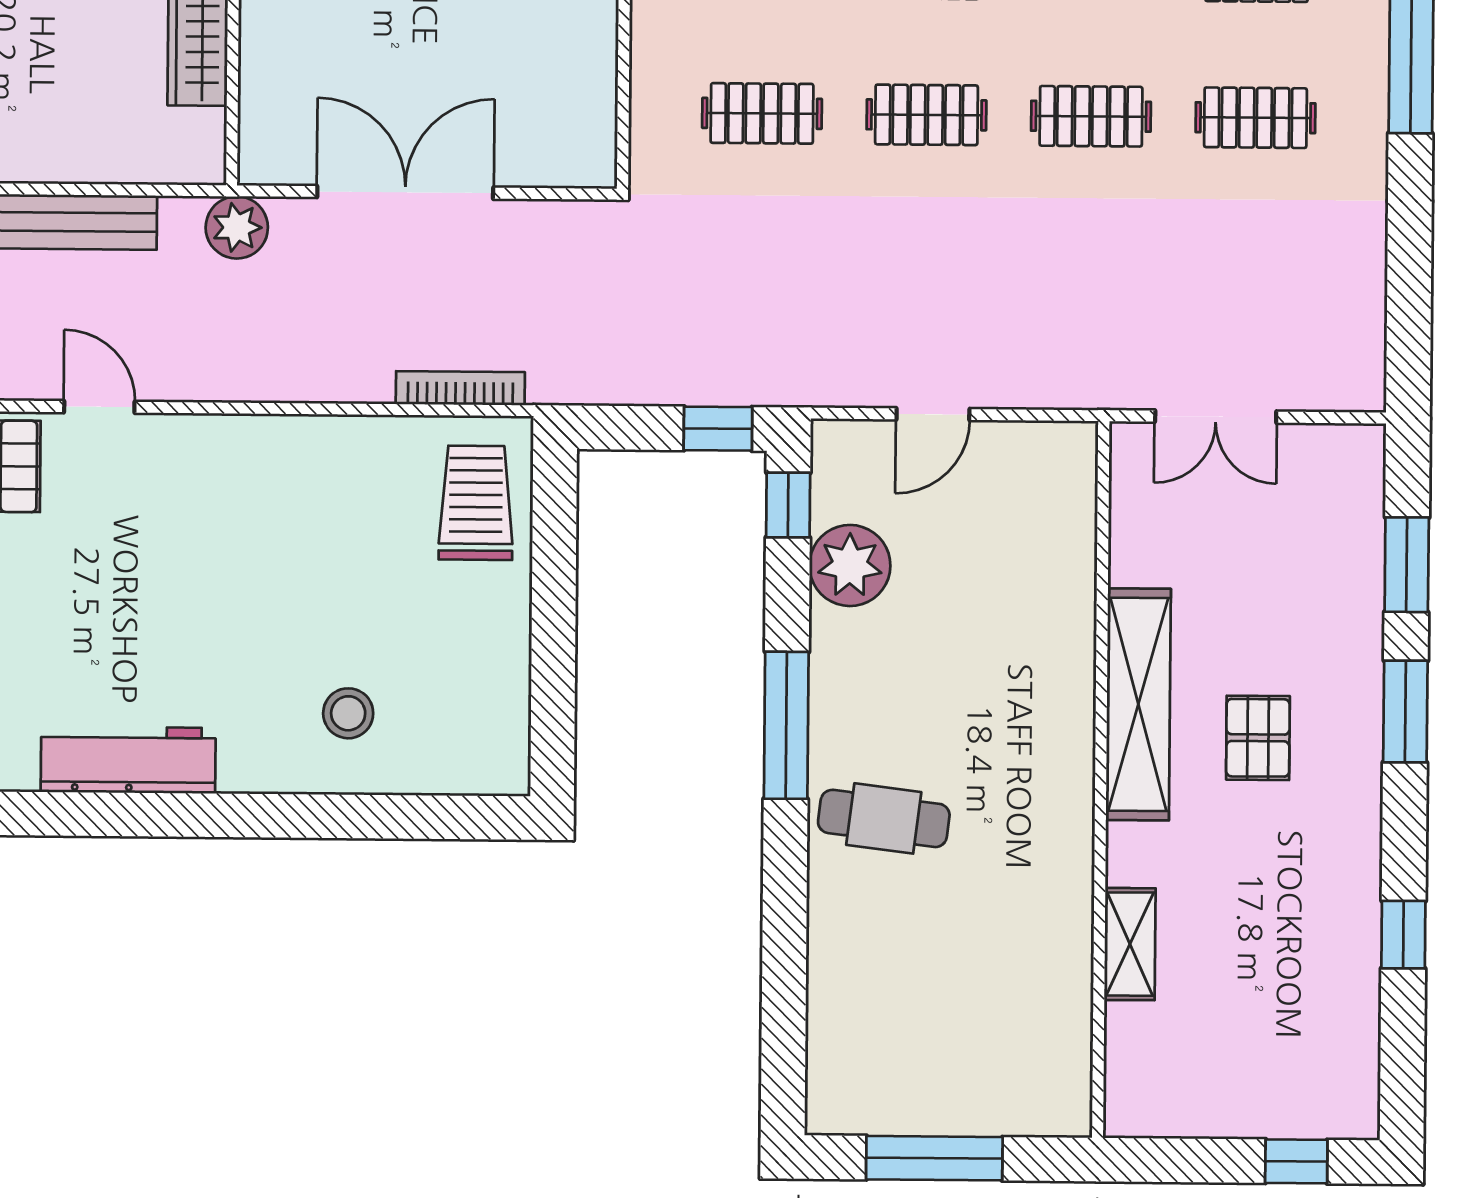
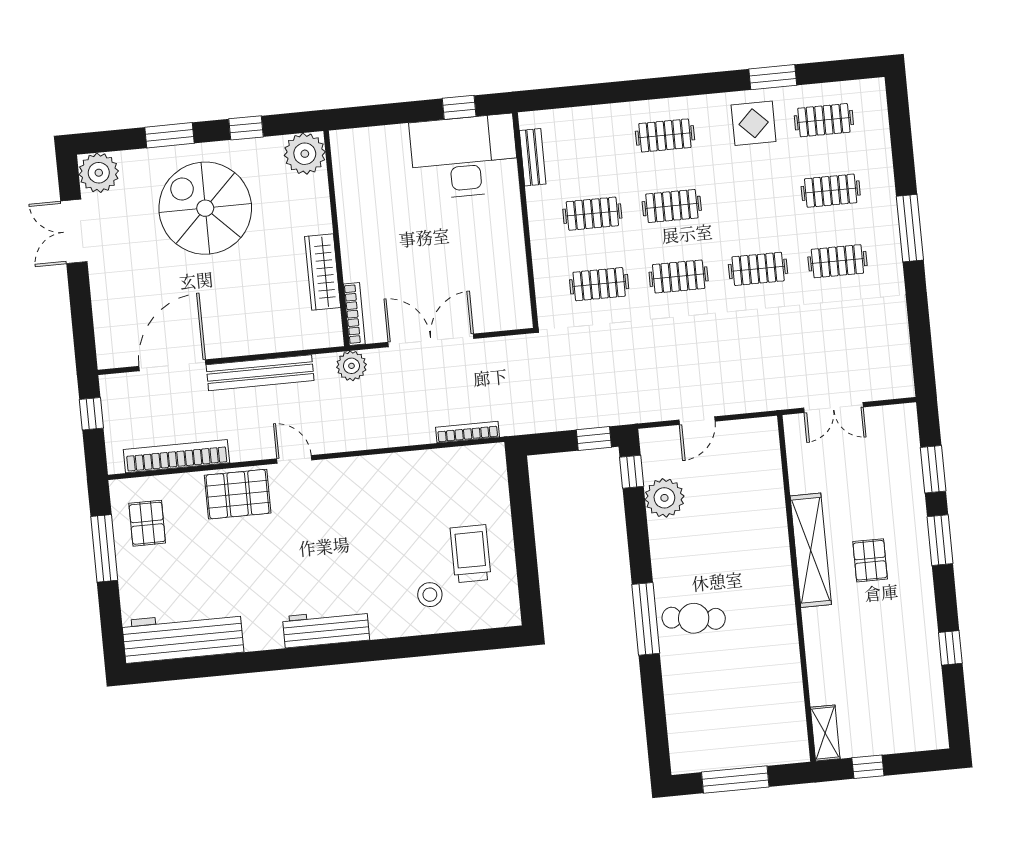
bookcase: (254, 122) -> (354, 314), added
trolley: (476, 503) -> (471, 554), moved
window: (786, 725) -> (646, 619), moved
shelving: (1130, 944) -> (825, 733), moved
window: (1296, 1161) -> (868, 767), moved

